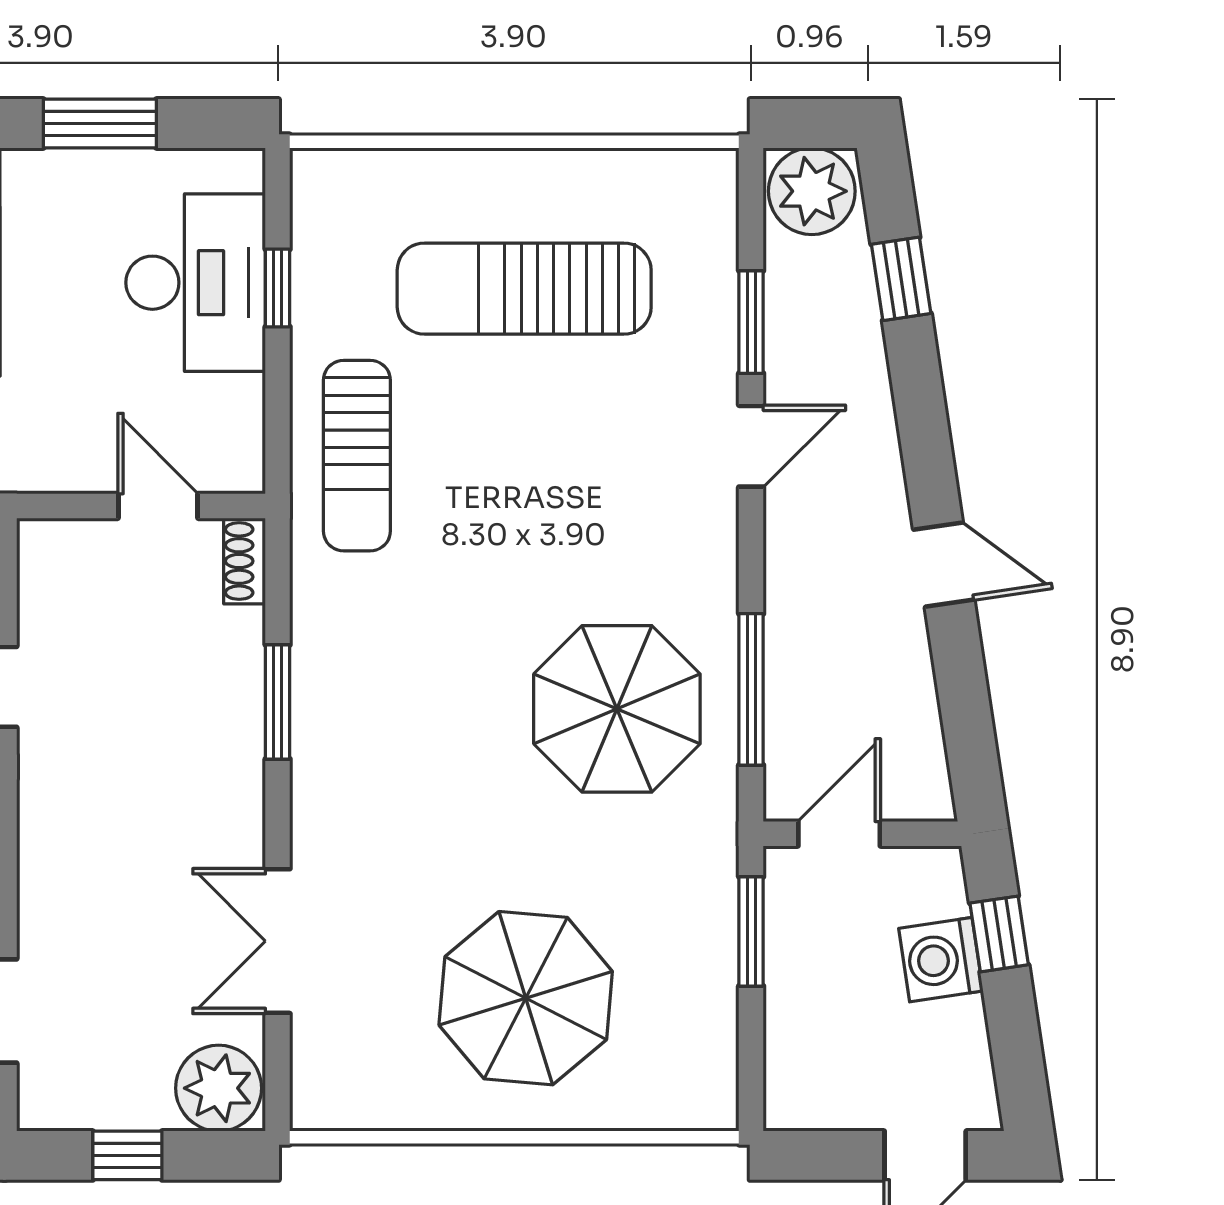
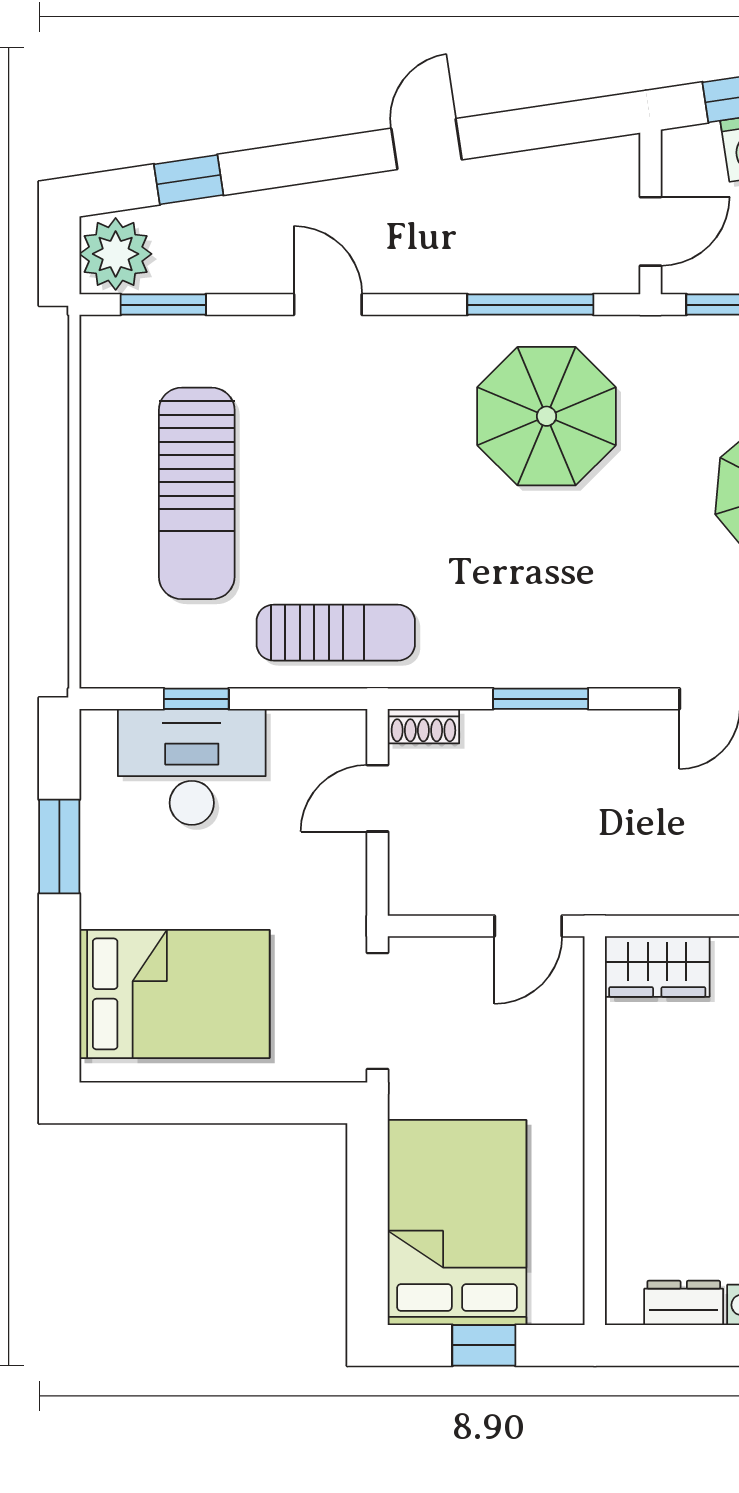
window: (751, 322) -> (163, 305), moved
door: (839, 834) -> (650, 231), swing flipped

